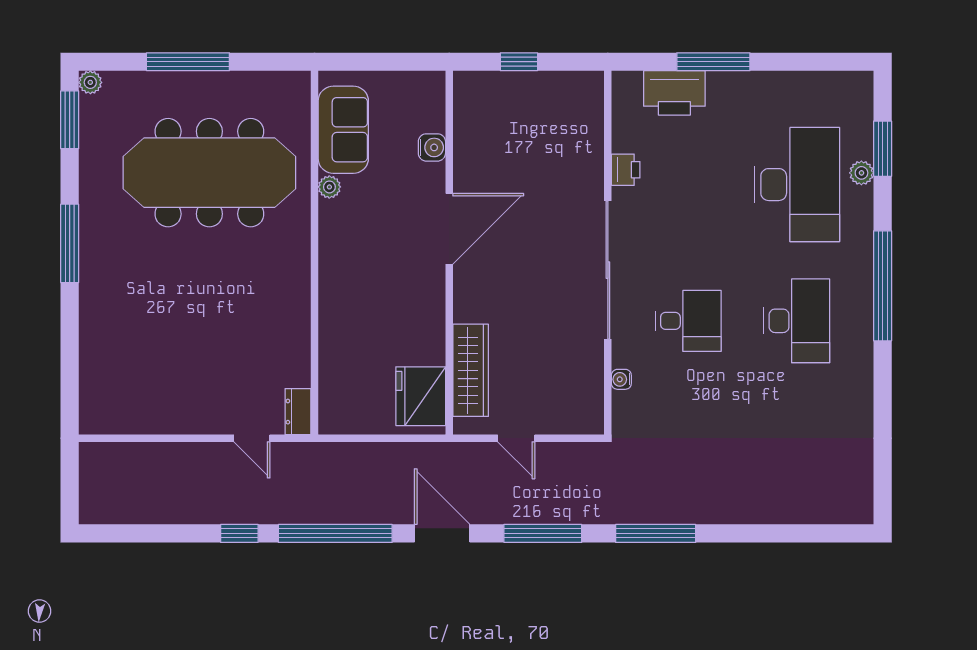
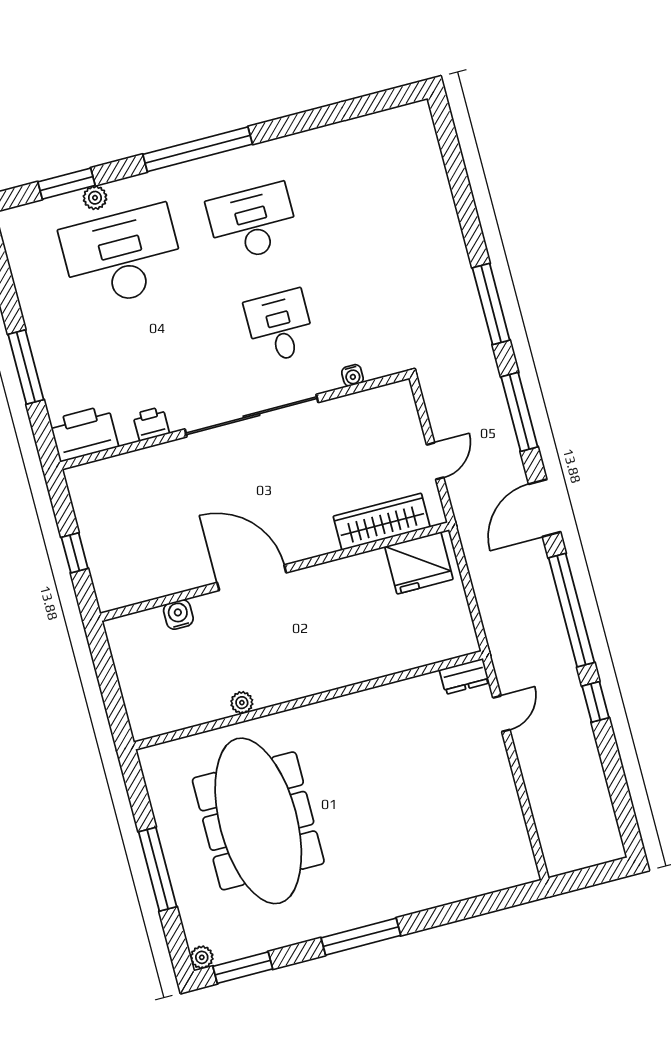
printer: (674, 93) -> (84, 433), moved, turned -90
sofa: (343, 130) -> (184, 704), removed

